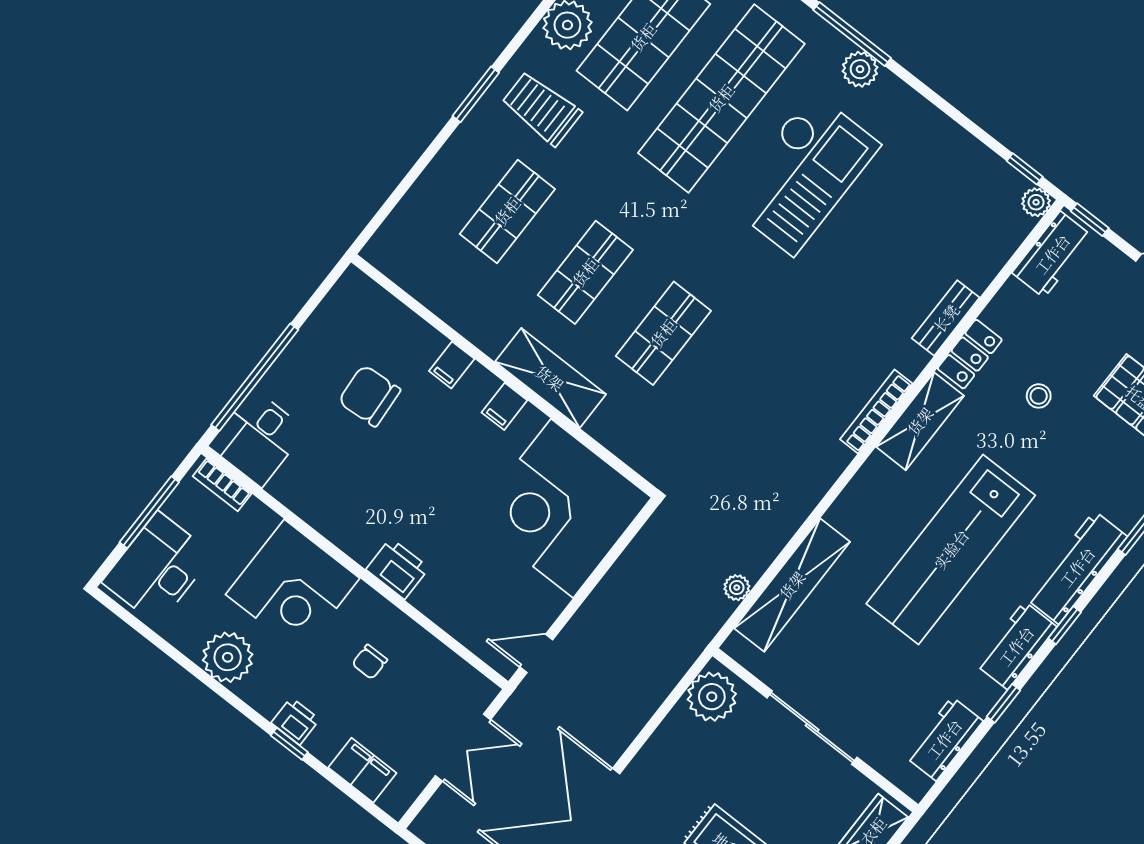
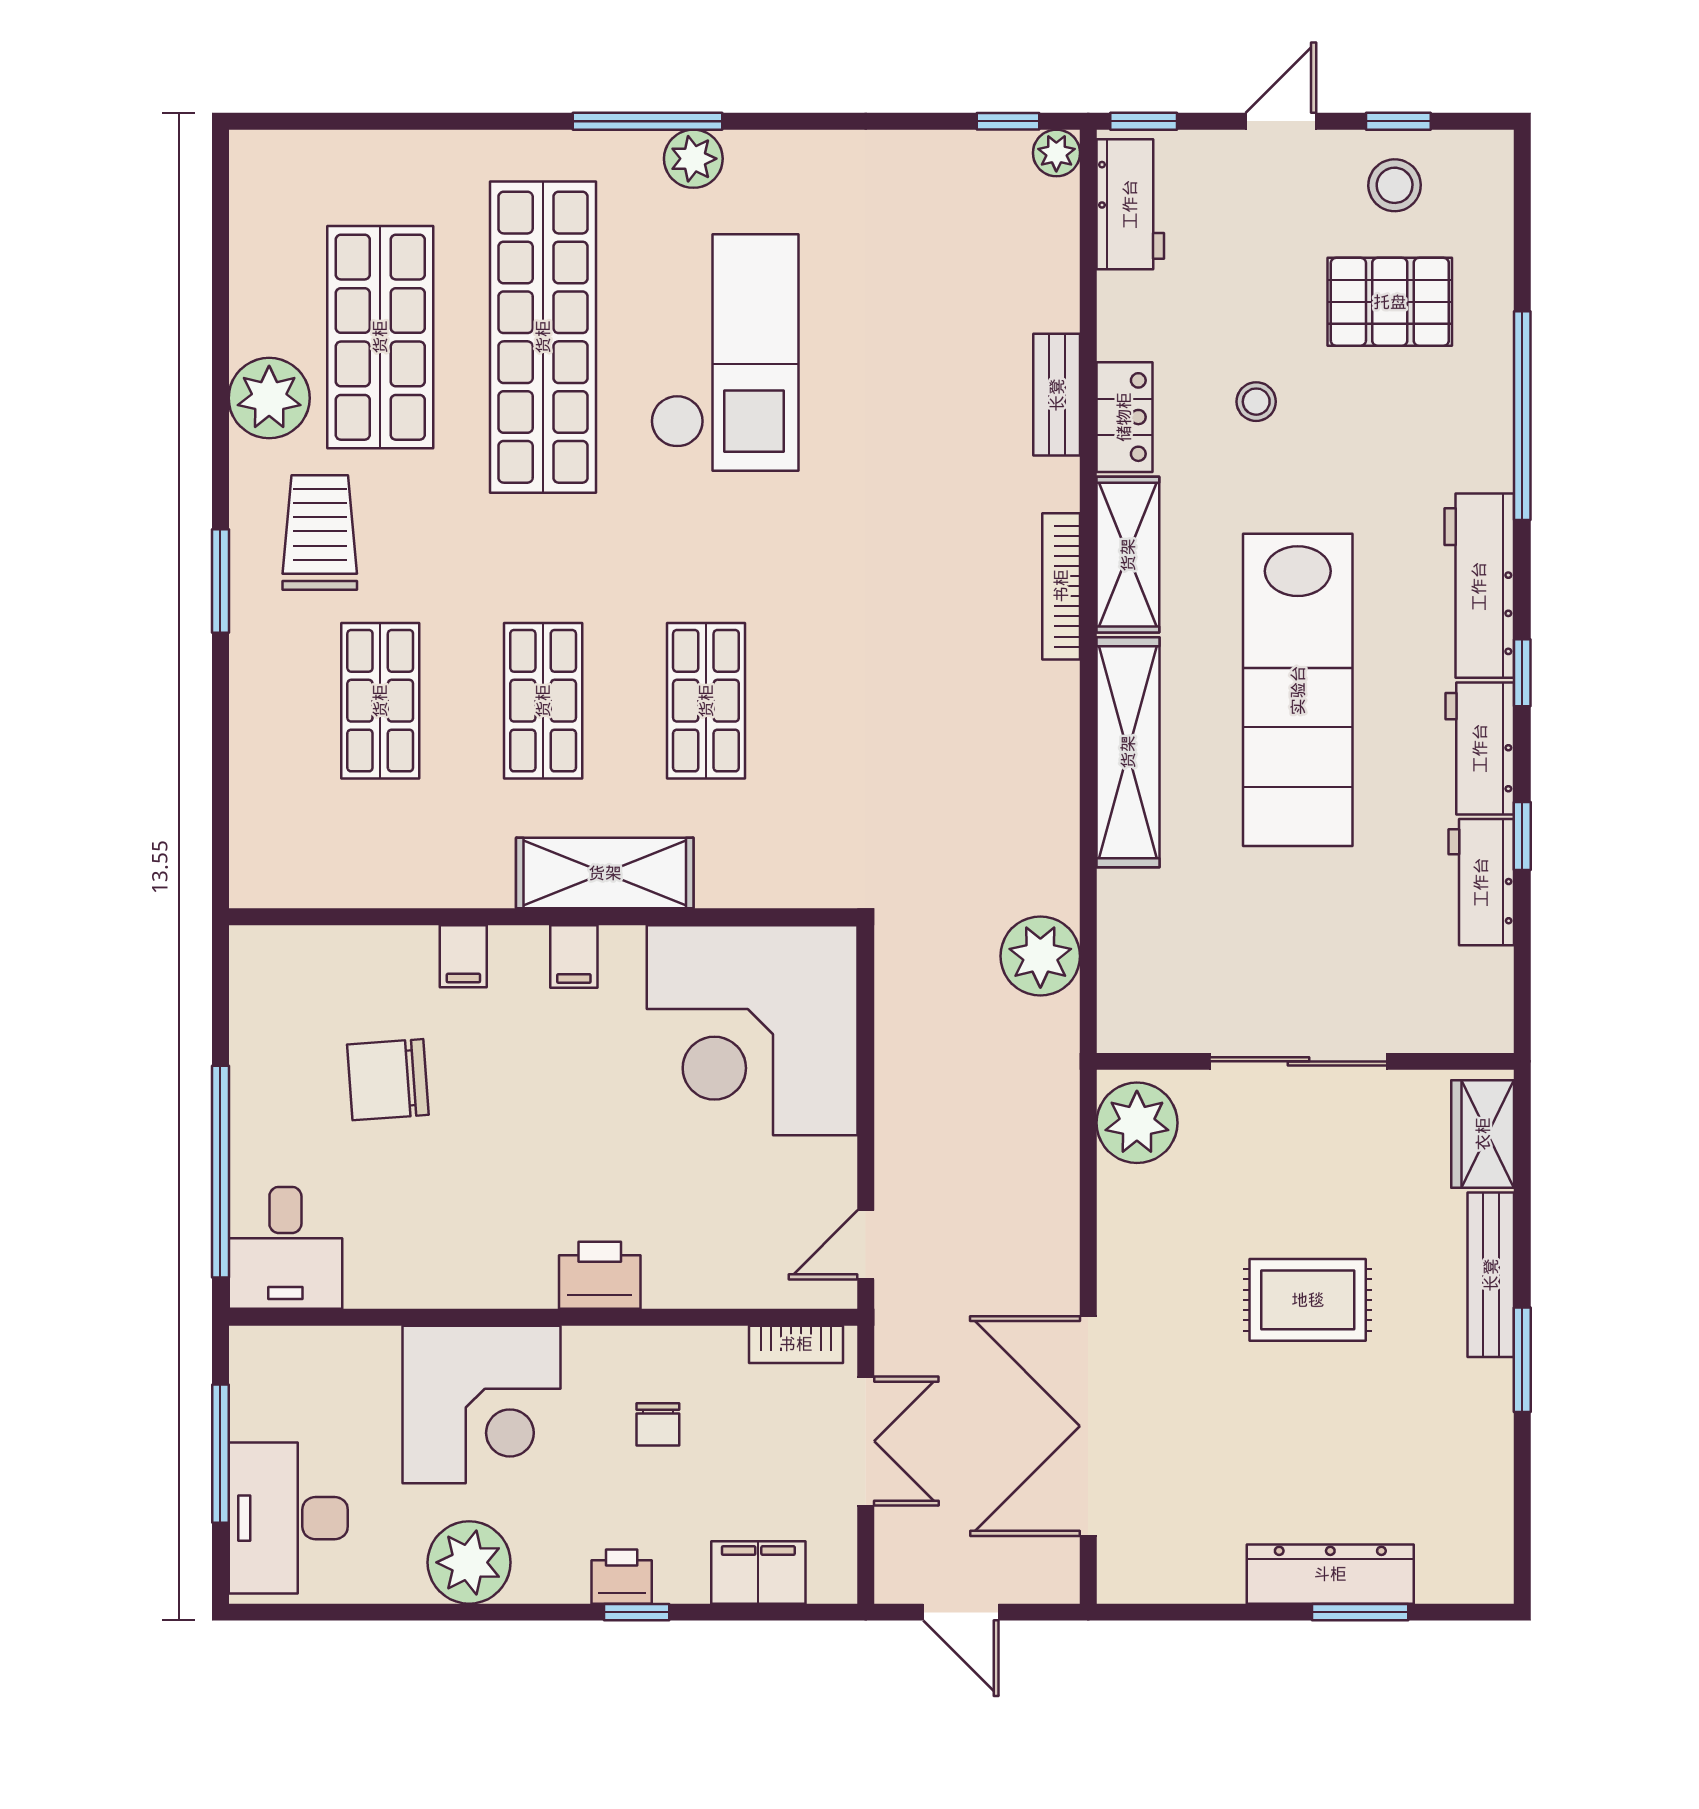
trolley: (541, 108) -> (320, 532), turned 90
bookcase: (222, 485) -> (796, 1344), moved
shelving: (792, 585) -> (1128, 752), moved
plant: (737, 588) -> (1040, 956), width x1.87, depth x1.87
workbench: (944, 739) -> (1481, 882), moved

